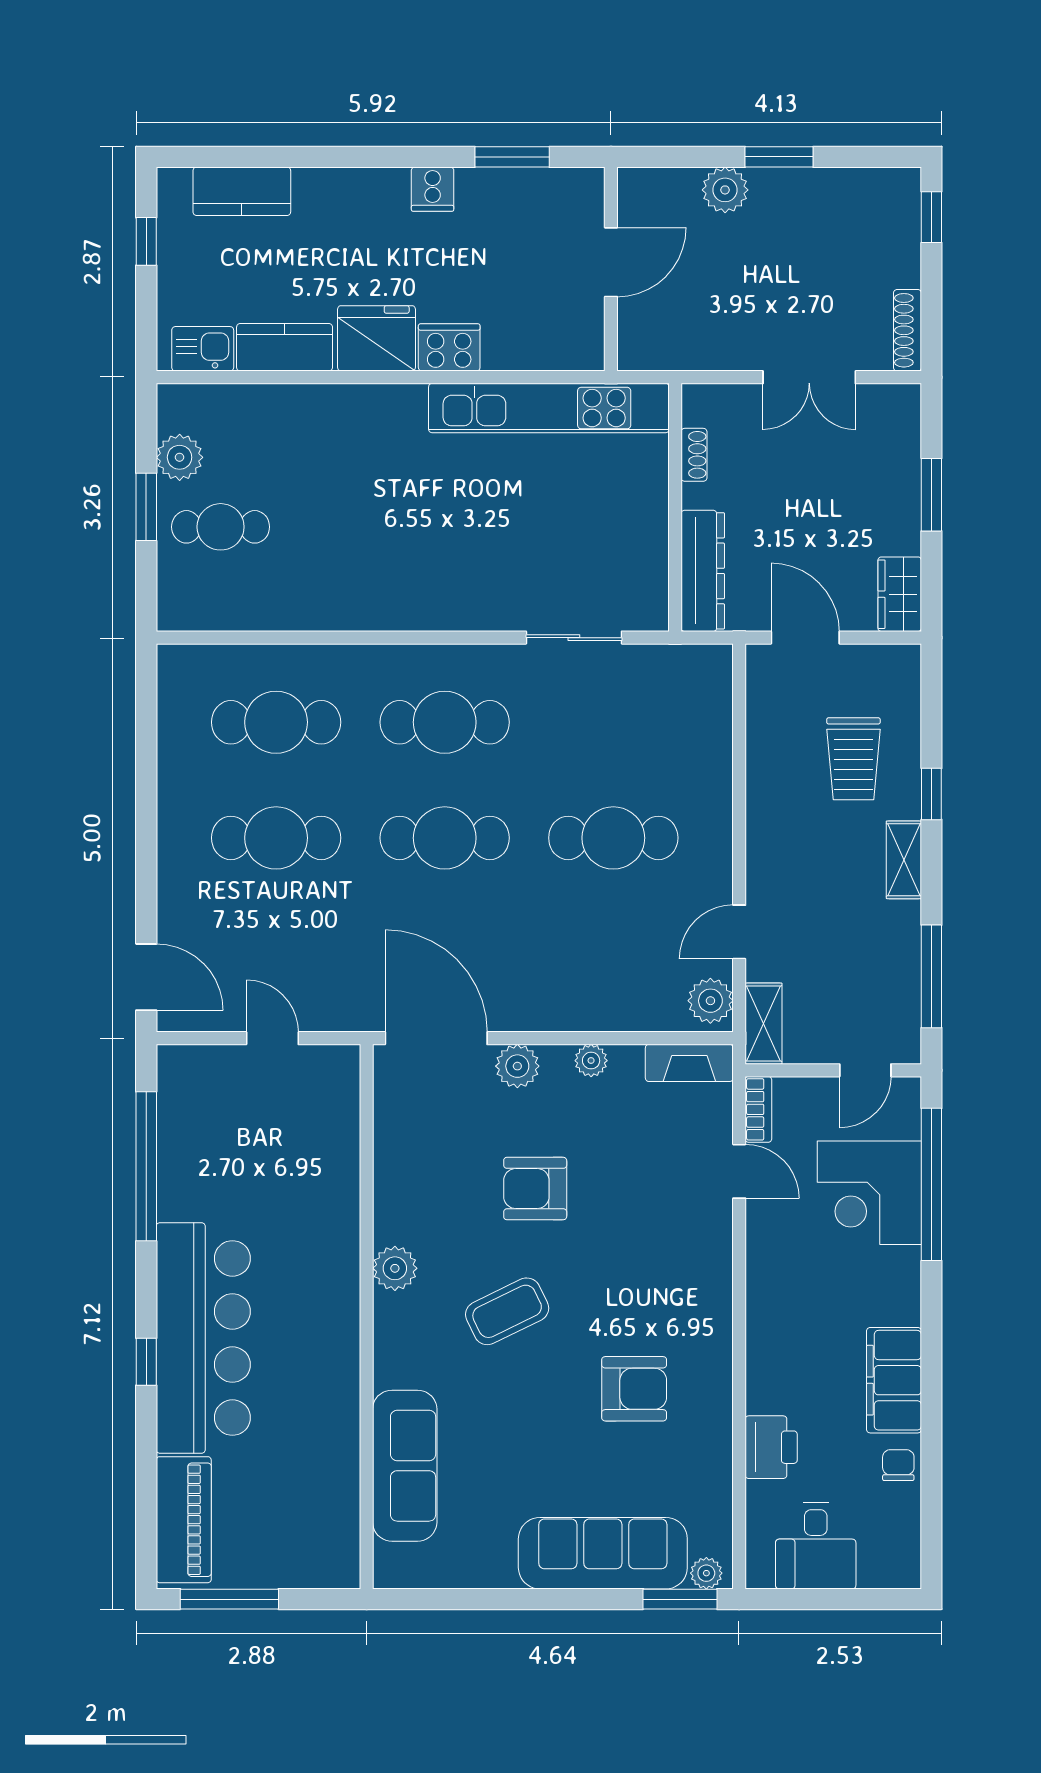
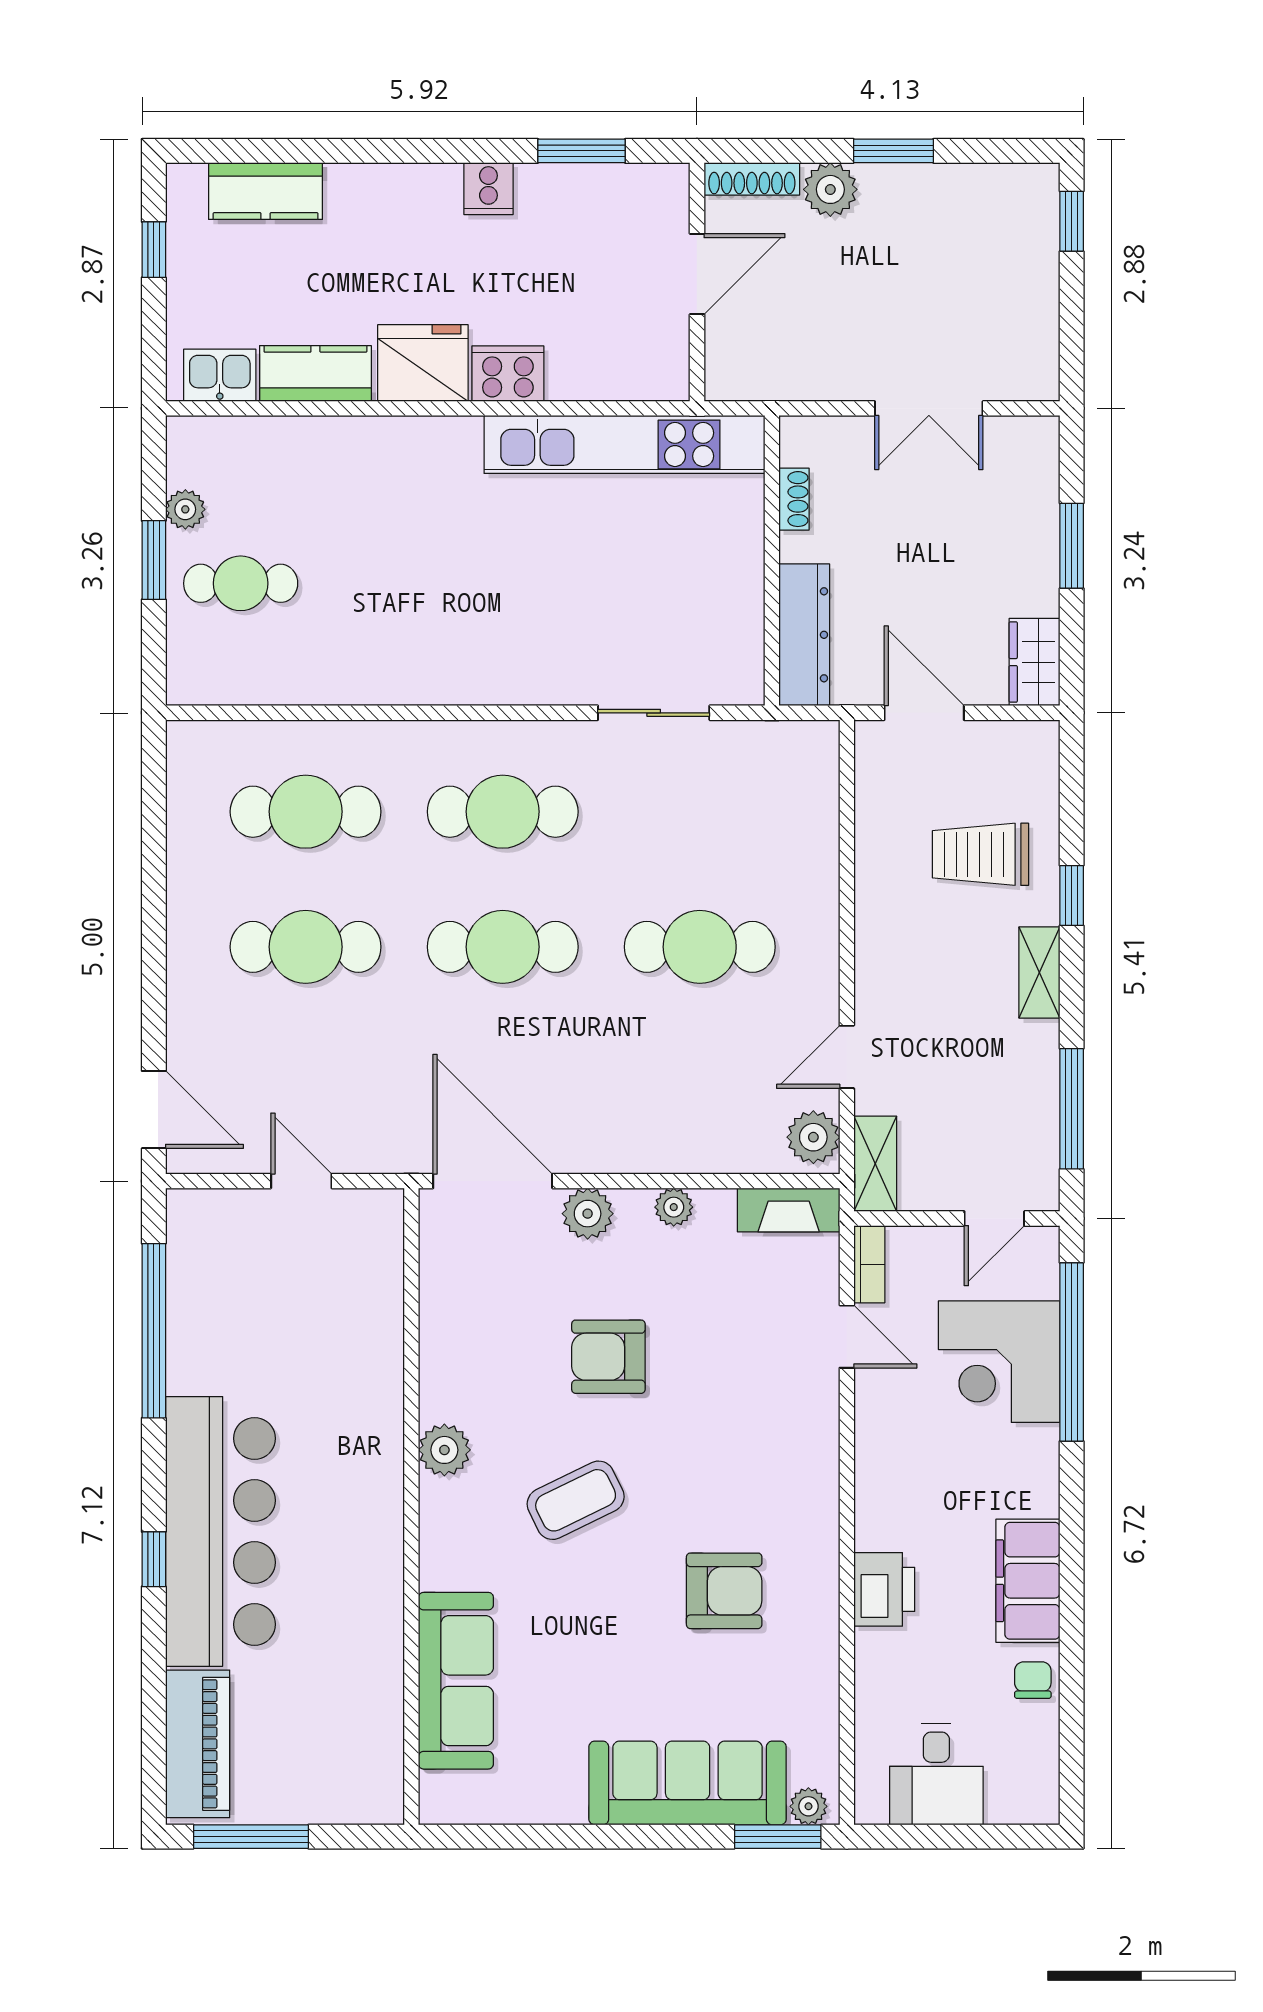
shoe rack: (908, 330) -> (752, 179), moved, turned -90
plant: (180, 457) -> (185, 509), width x0.73, depth x0.73
trolley: (853, 759) -> (980, 854), turned 90
printer: (771, 1447) -> (884, 1589), moved

